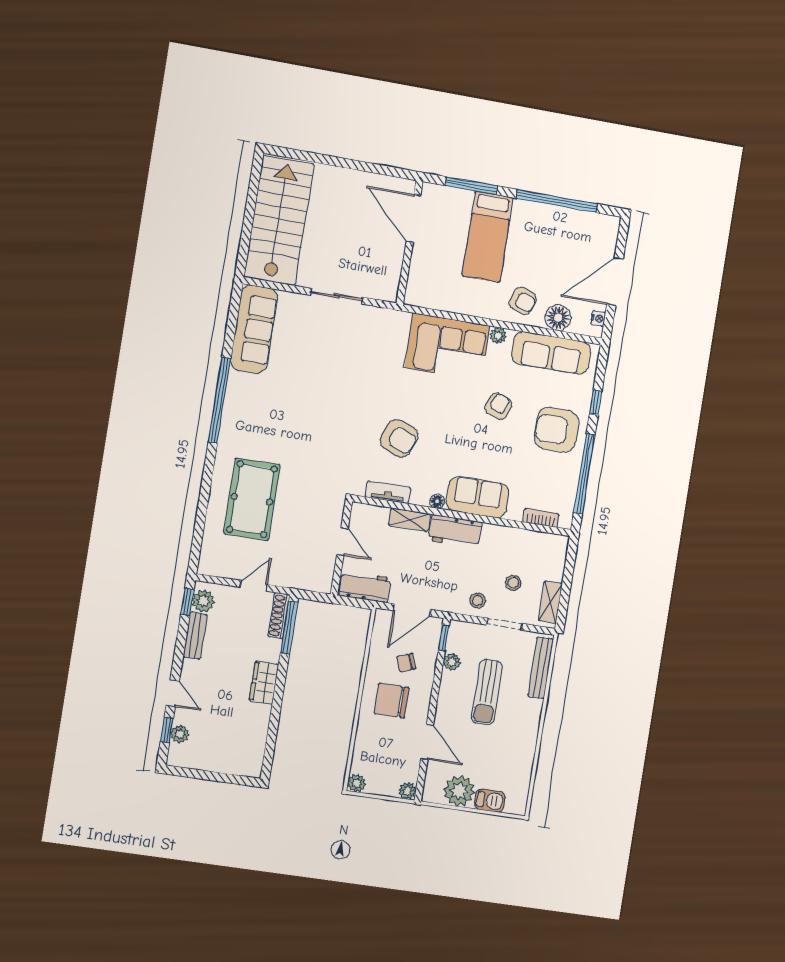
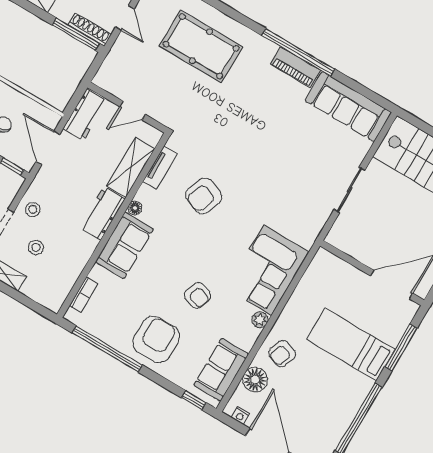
sofa: (551, 353) -> (221, 370), width x0.73
piano: (236, 397) -> (295, 67), added
window: (596, 403) -> (194, 400), moved
shelving: (409, 520) -> (131, 167), width x1.50, depth x1.33

